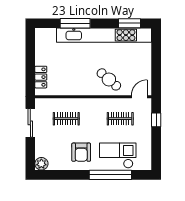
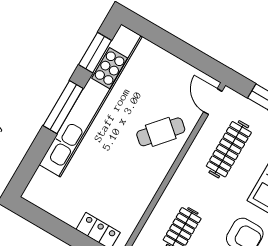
window: (75, 23) -> (63, 107), moved
clothes rail: (120, 119) -> (229, 149), width x1.36

